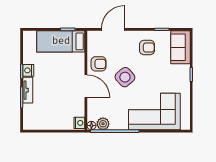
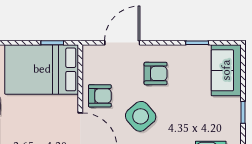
bed: (61, 41) -> (42, 69), width x1.50
armchair: (147, 47) -> (156, 73), moved

